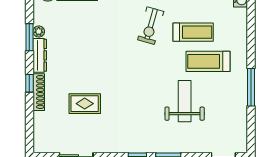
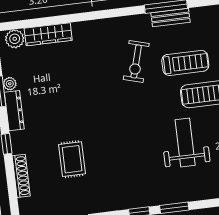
shoe rack: (39, 92) -> (21, 176), moved
rug: (85, 104) -> (72, 159), turned 90

